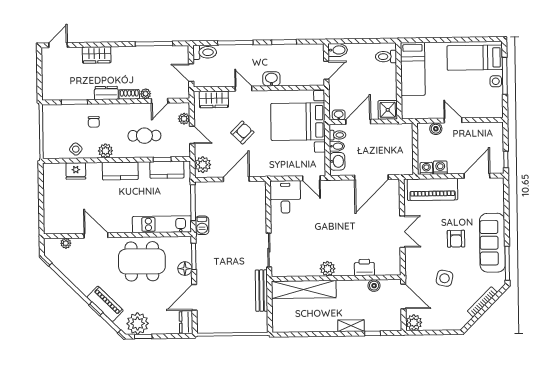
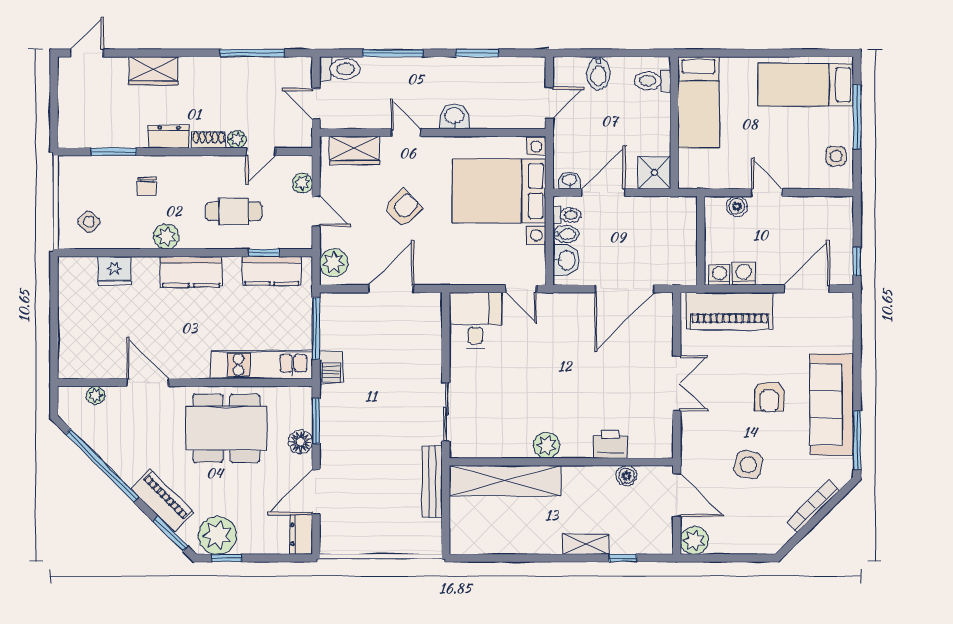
bidet: (338, 50) -> (598, 73), moved, turned 90
side table: (496, 81) -> (836, 156), moved
side table: (76, 149) -> (89, 222), moved

